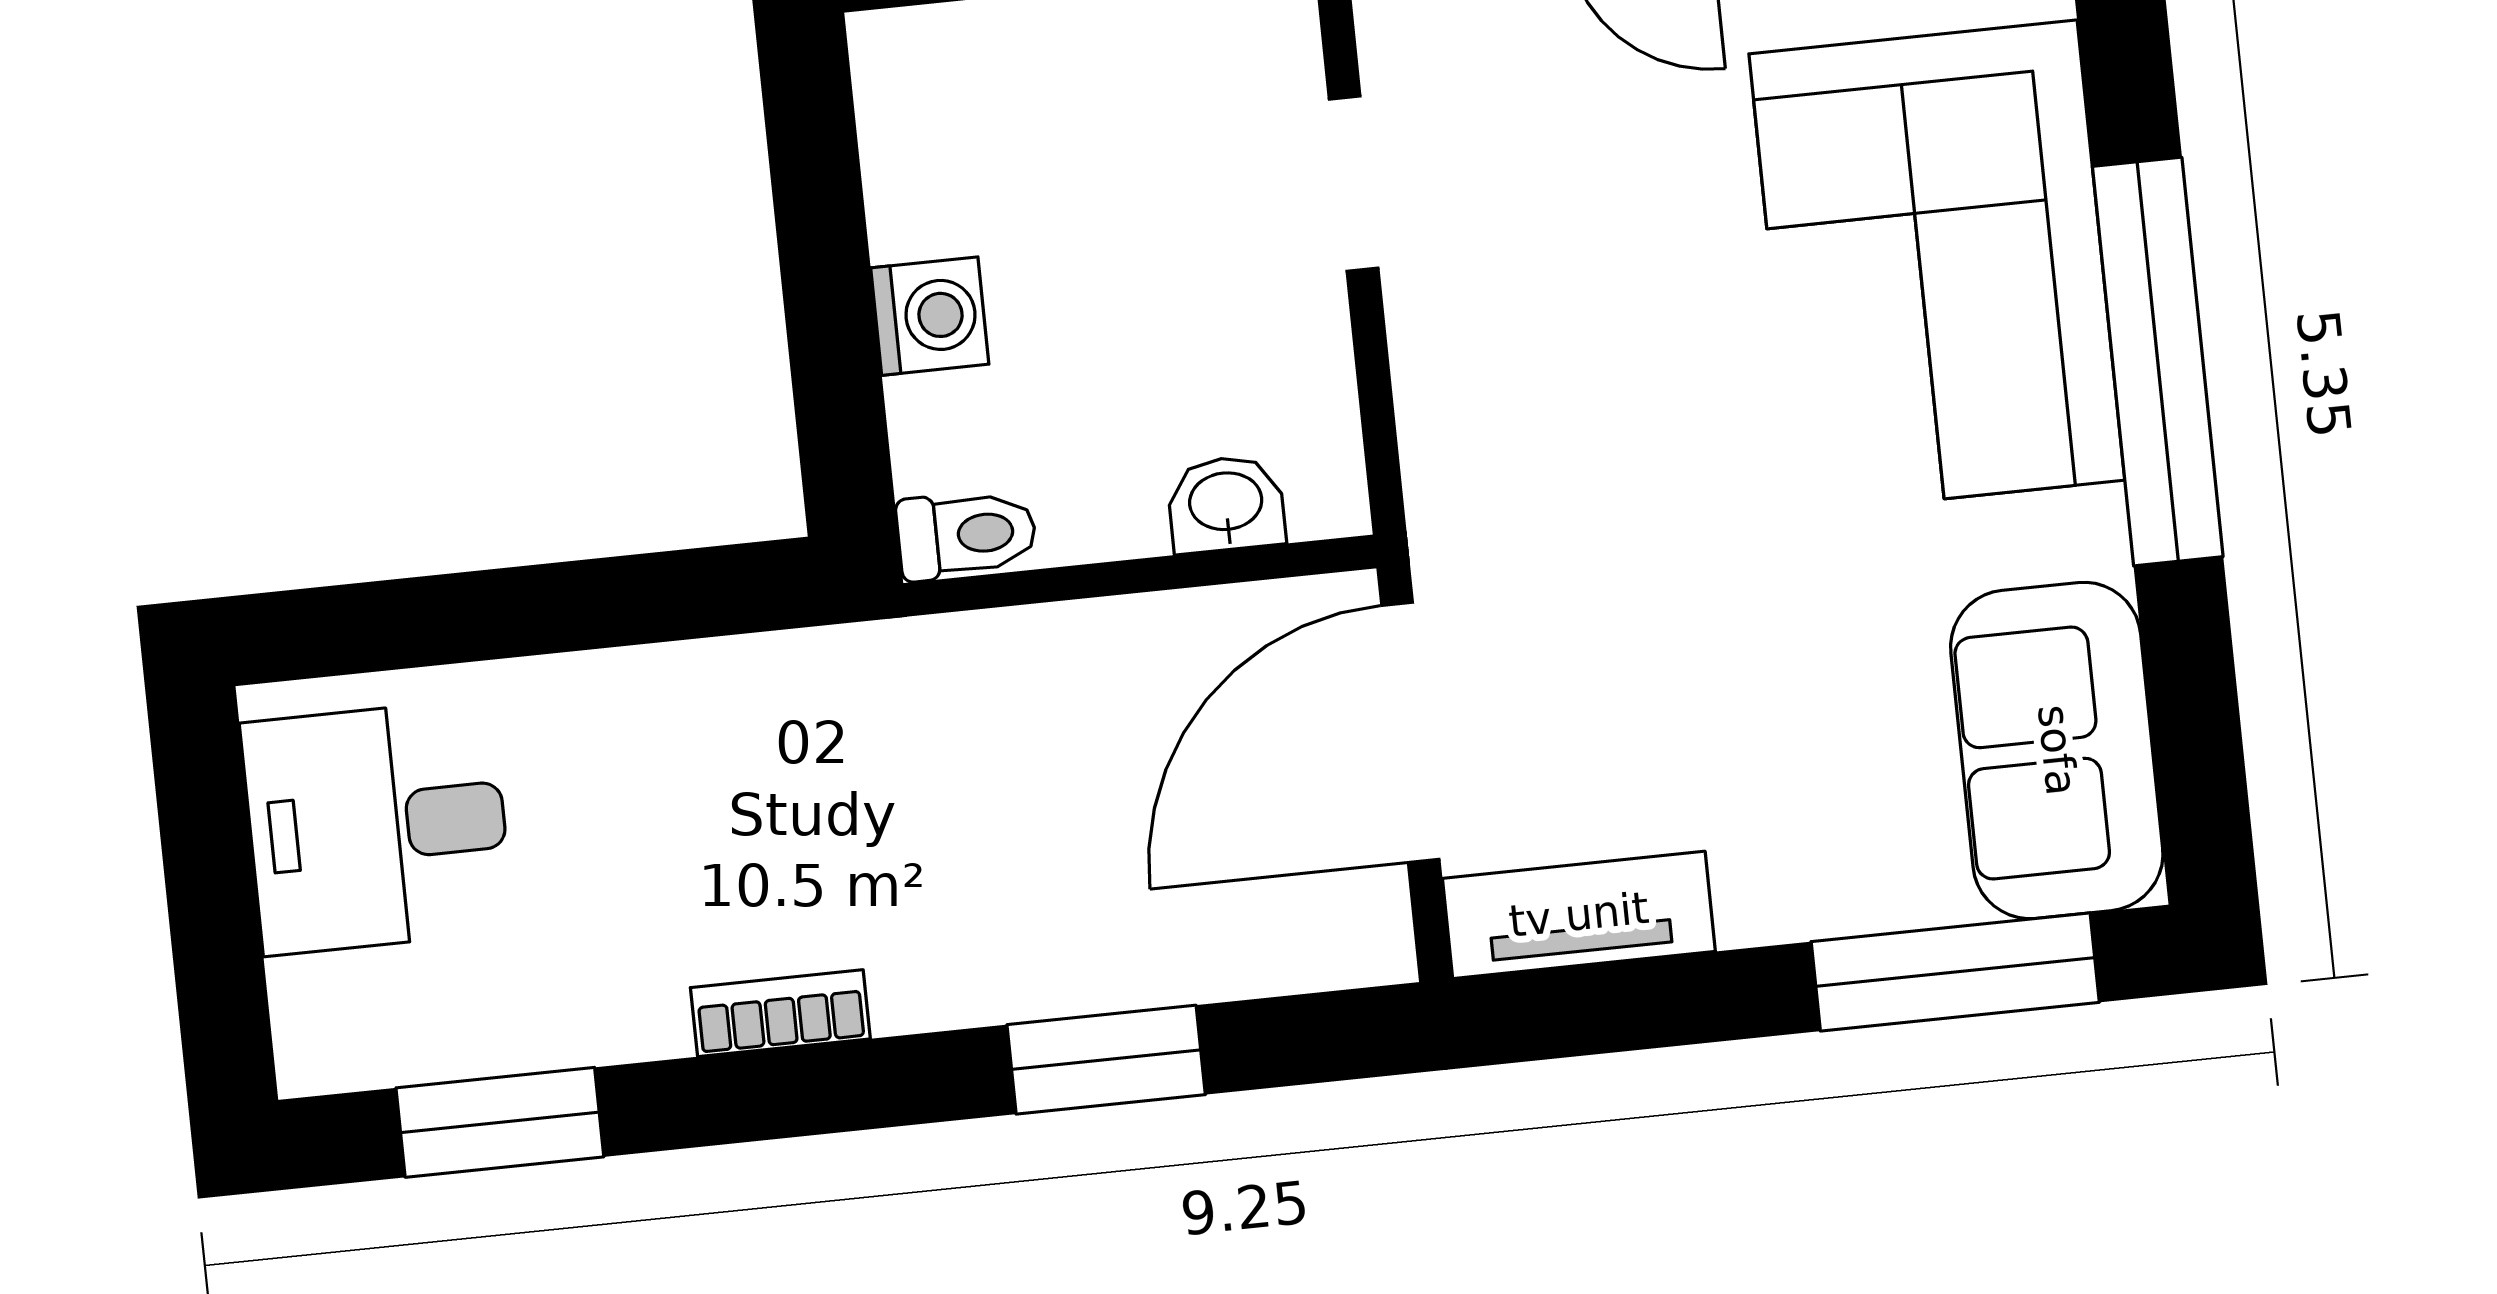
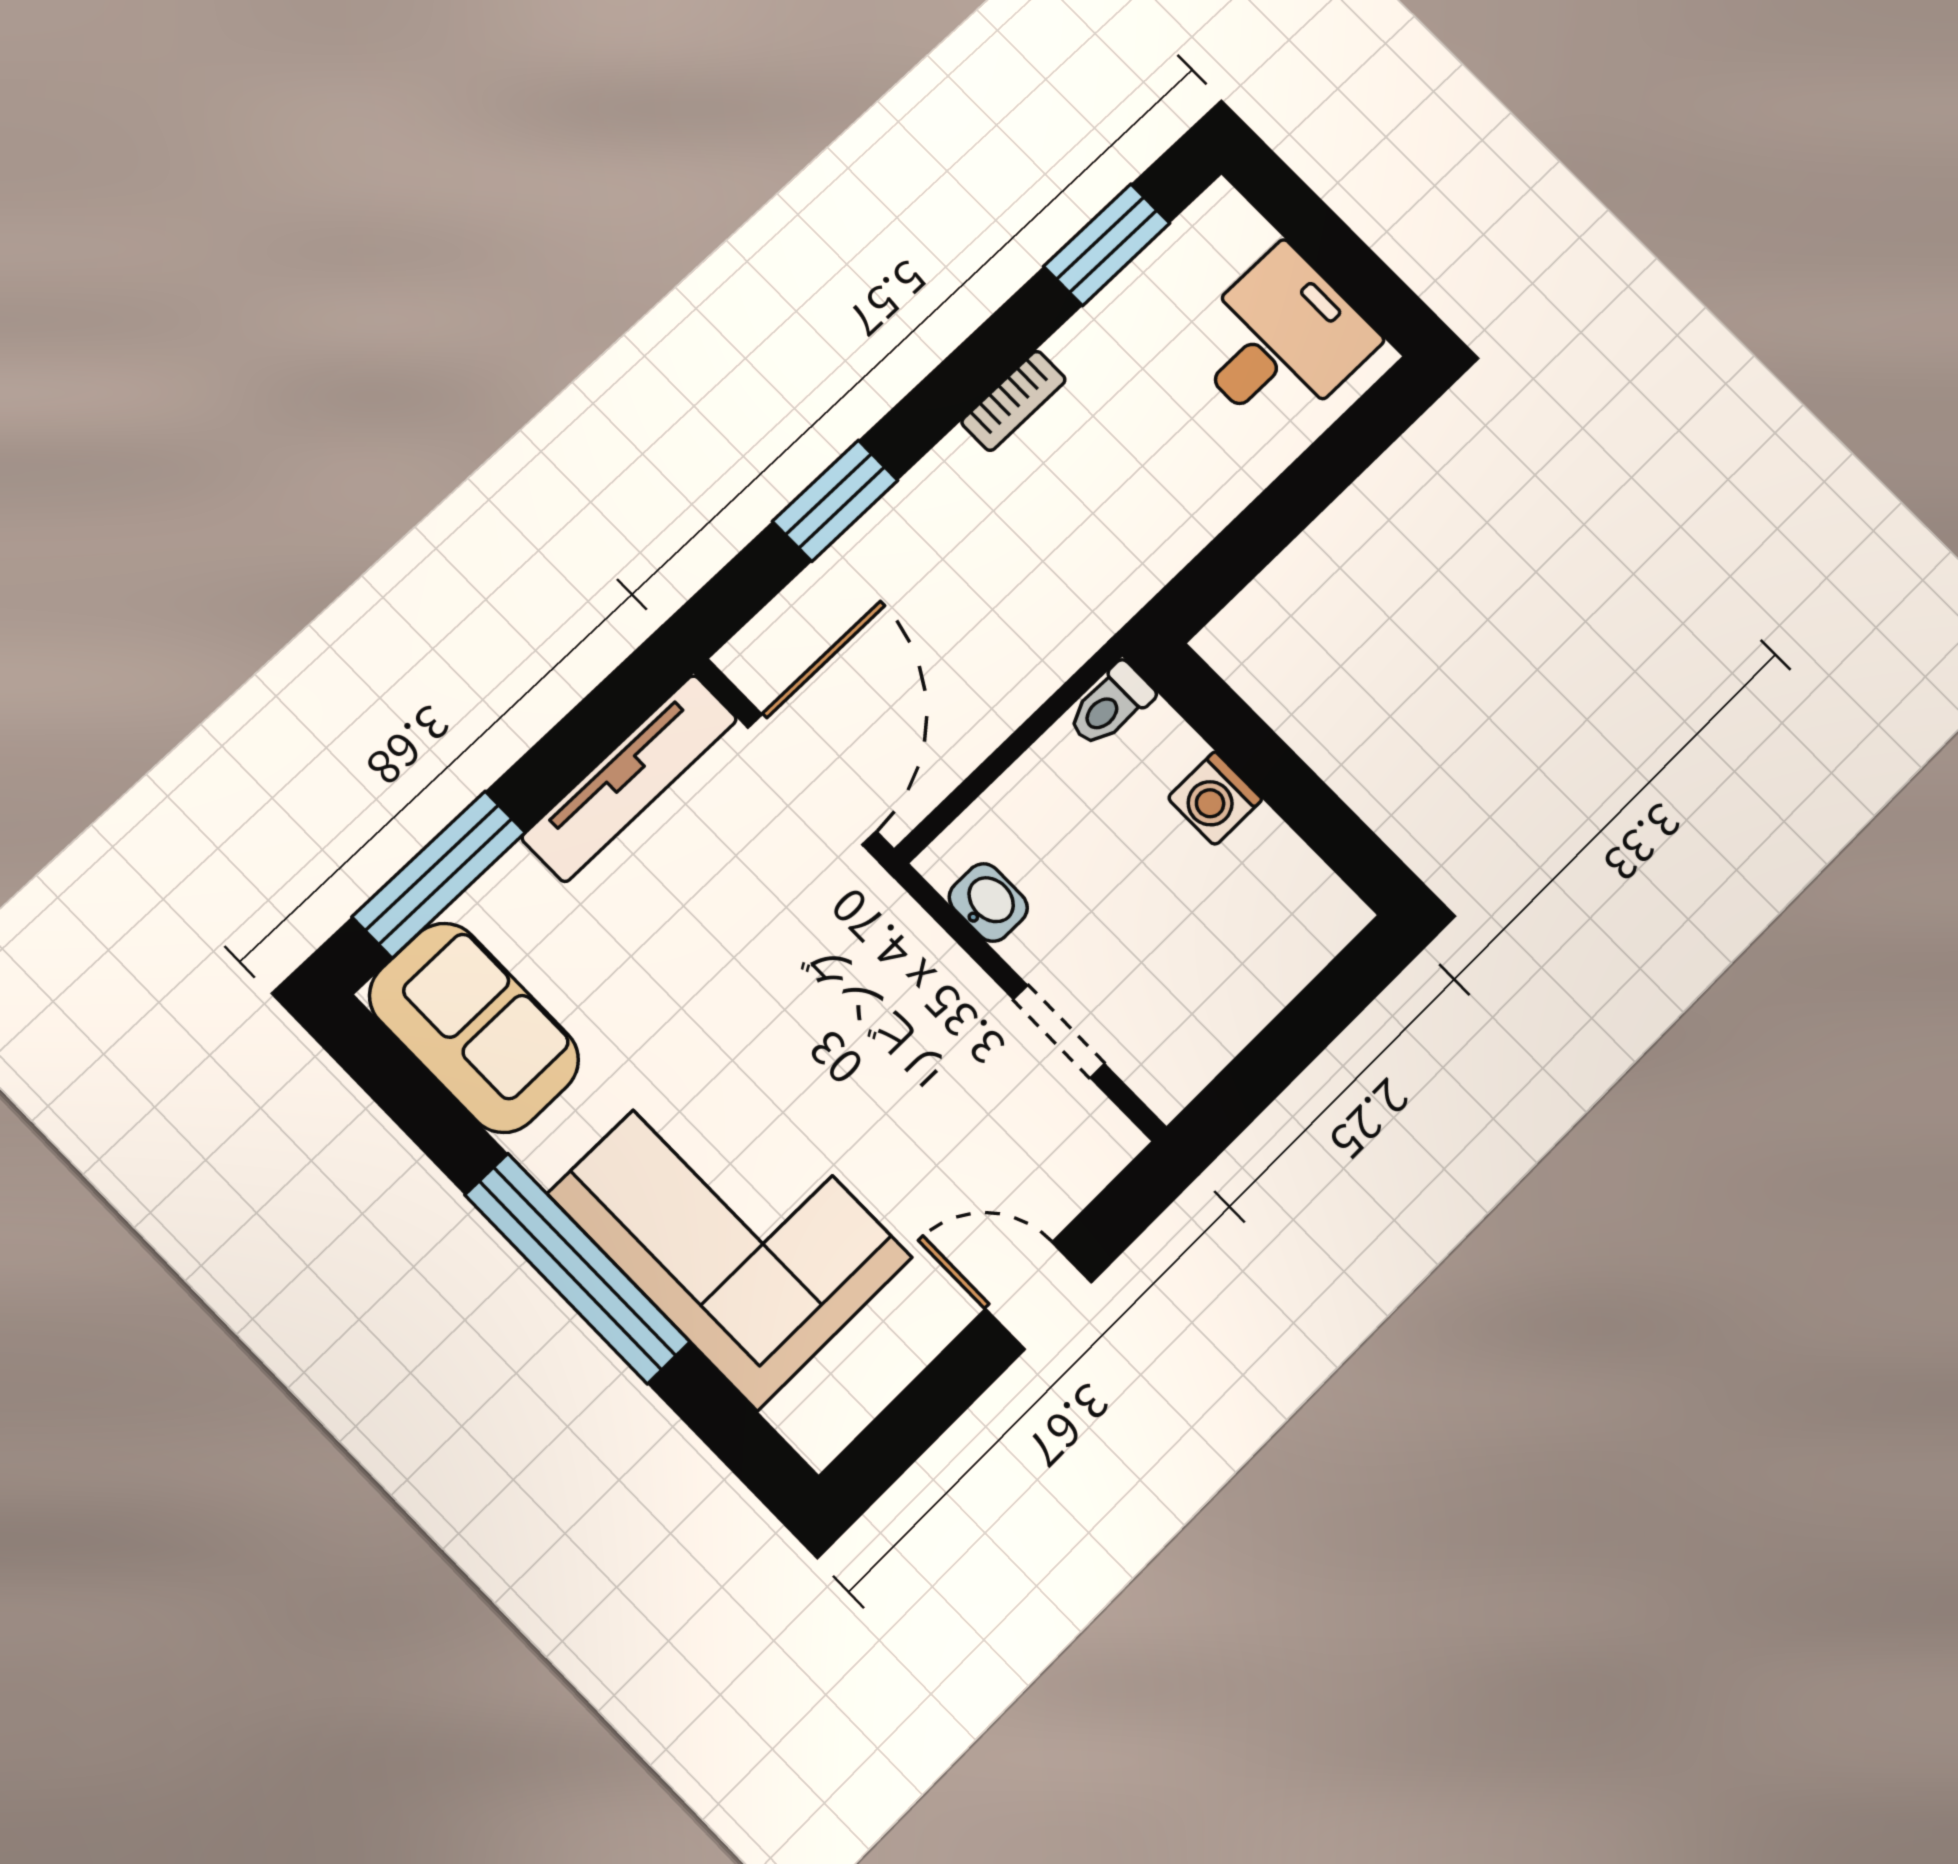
washbasin: (1226, 504) -> (988, 903), moved, turned -90
tv unit: (1579, 915) -> (630, 778), width x1.41

